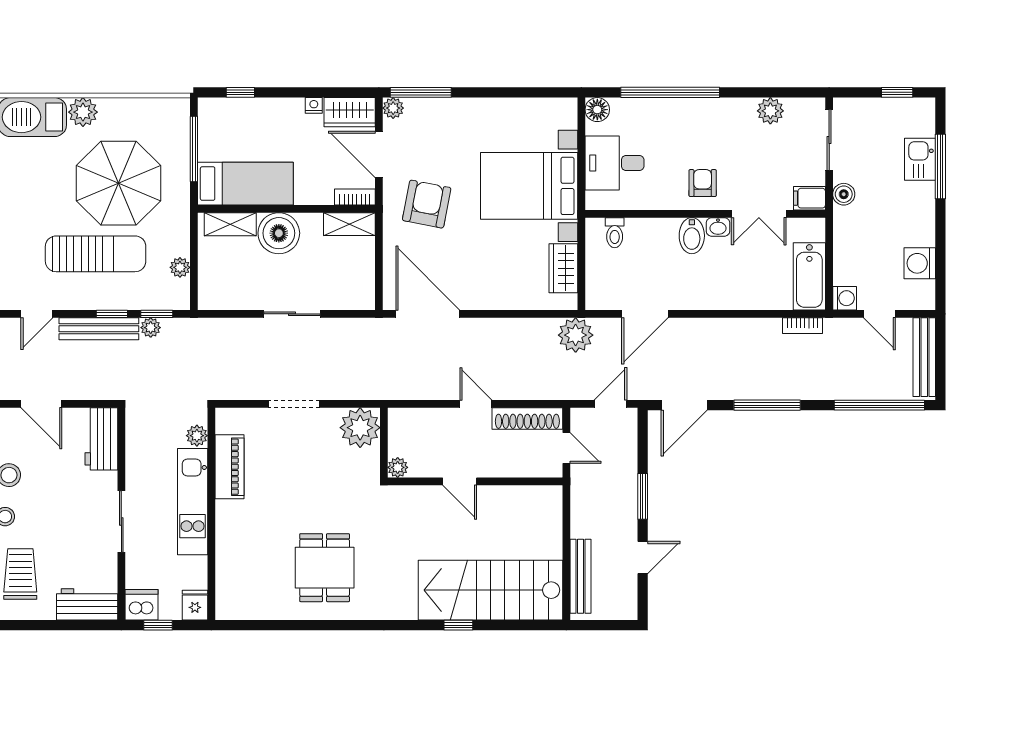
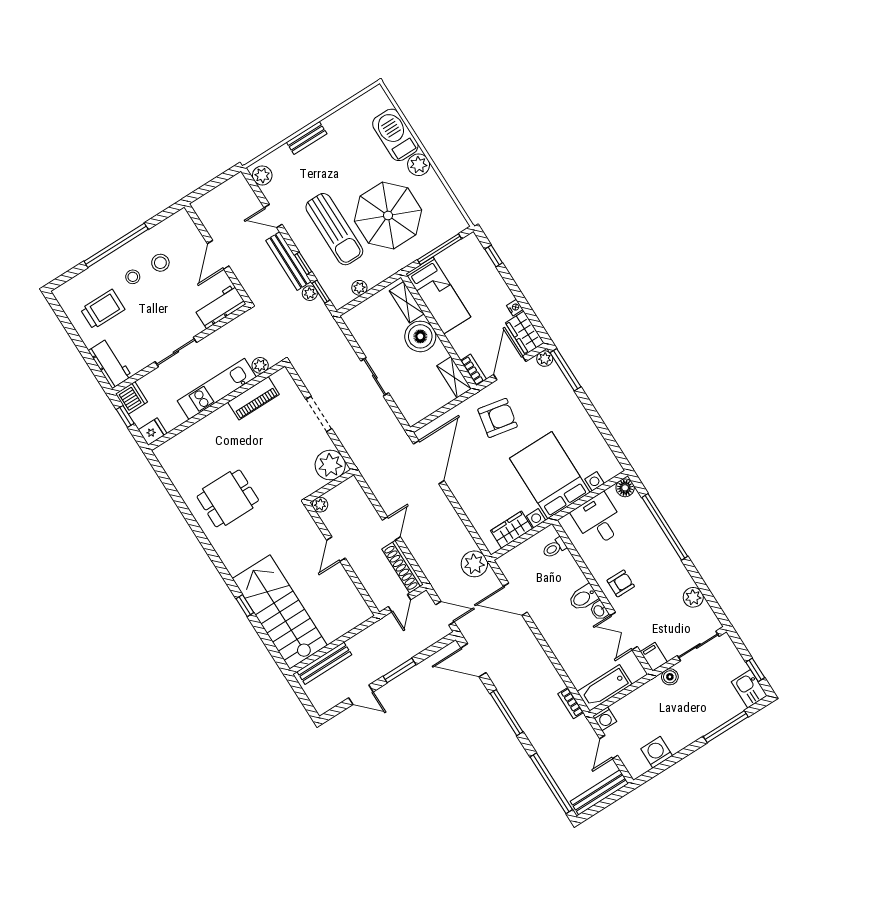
kitchen sink: (920, 159) -> (749, 689), moved, turned -90

